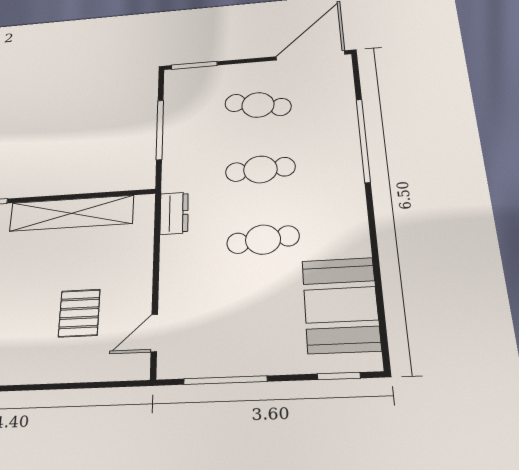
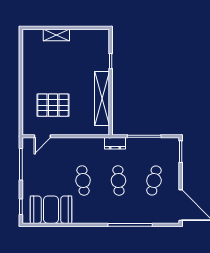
dresser: (174, 213) -> (115, 143), moved
pallet: (79, 313) -> (53, 105), width x1.50, depth x1.42
door: (154, 333) -> (42, 136), swing flipped

